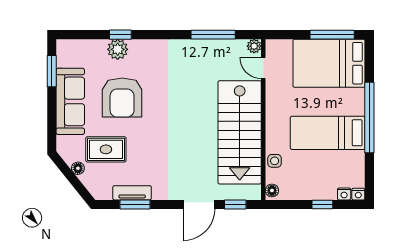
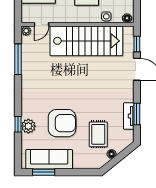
sofa: (70, 101) -> (49, 159), moved

